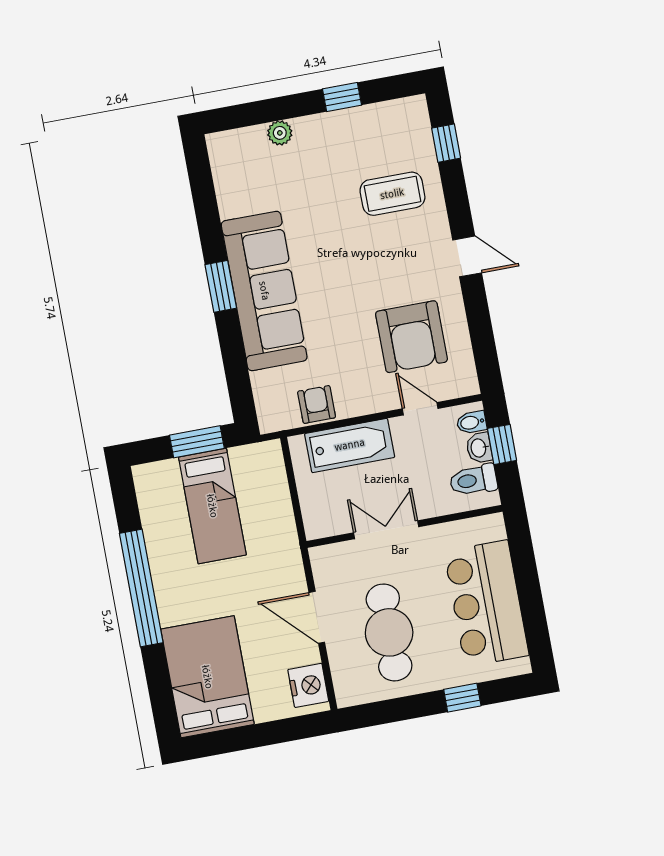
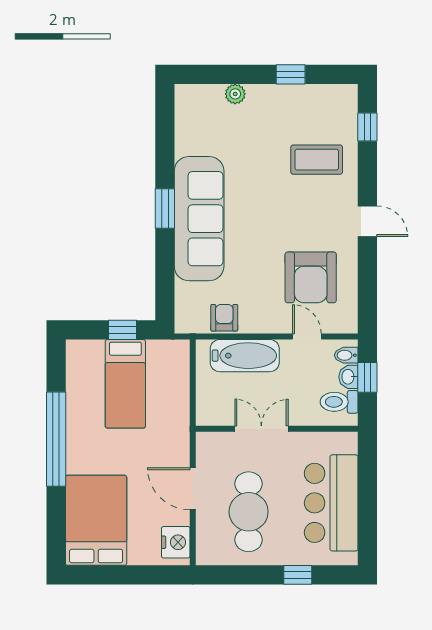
window: (197, 442) -> (122, 330), width x0.67

